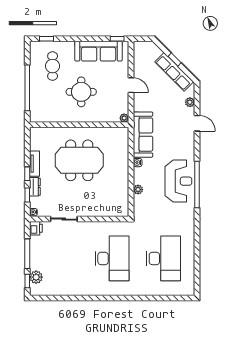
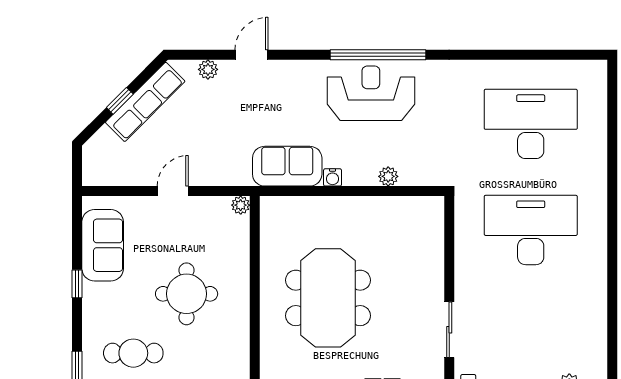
window: (117, 39) -> (77, 284), moved
sofa: (98, 51) -> (103, 245), width x0.73
sofa: (143, 135) -> (287, 166), width x0.73

